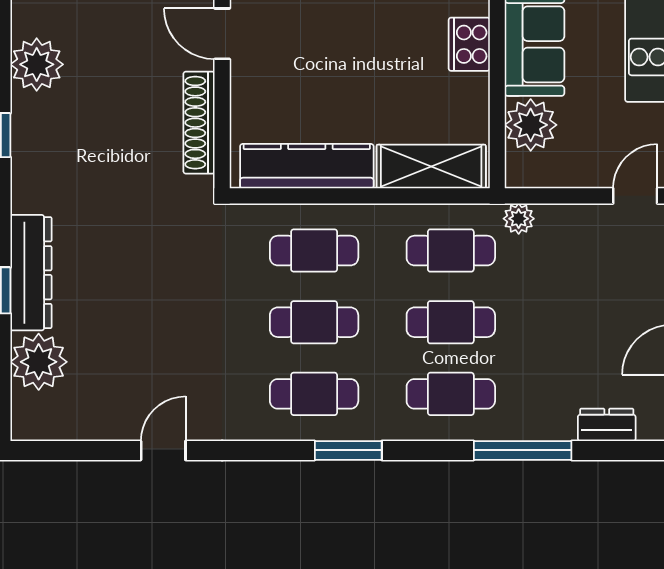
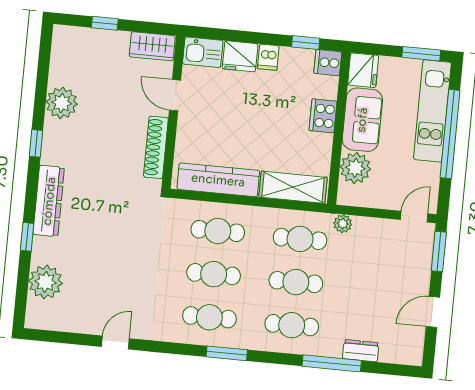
dresser: (31, 273) -> (49, 201), moved
dresser: (607, 425) -> (361, 351), moved

